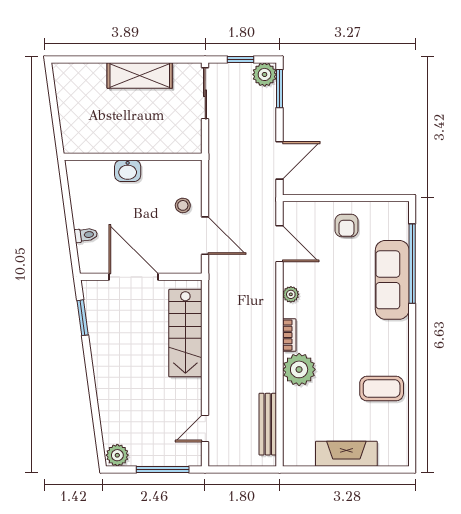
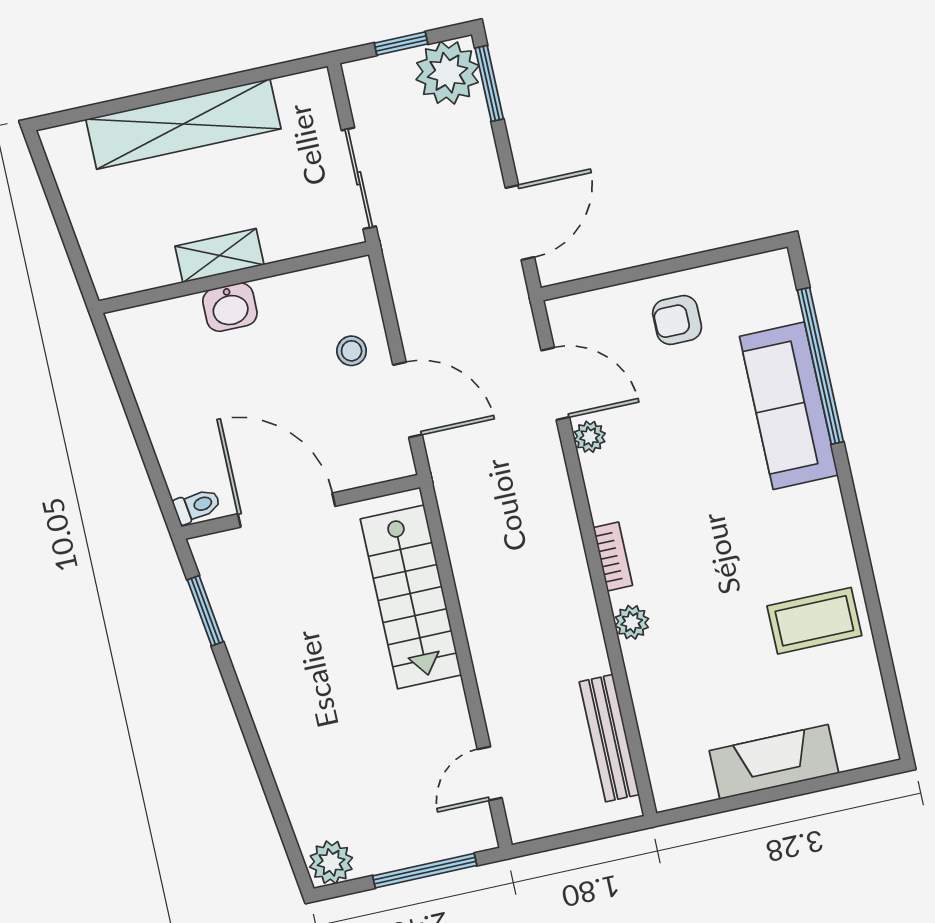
plant: (265, 74) -> (447, 73), width x1.36, depth x1.36
shelving: (140, 75) -> (183, 124), width x1.47
sliding door: (205, 93) -> (359, 178), moved
shelving: (128, 144) -> (219, 256), added
armchair: (346, 226) -> (677, 320), turned 90
toilet: (86, 235) -> (197, 506), moved
plant: (291, 294) -> (590, 437), moved
plant: (299, 369) -> (632, 622), width x0.53, depth x0.53

